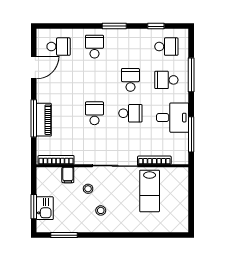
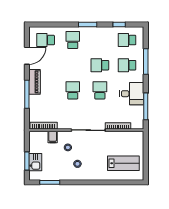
school desk: (59, 47) -> (46, 40), turned 180
school desk: (166, 47) -> (127, 40), turned 180
school desk: (130, 80) -> (100, 65), turned -90
school desk: (130, 113) -> (100, 90), turned -90
piano: (44, 120) -> (34, 82), moved
lab bench: (150, 191) -> (123, 163), moved, turned -90

